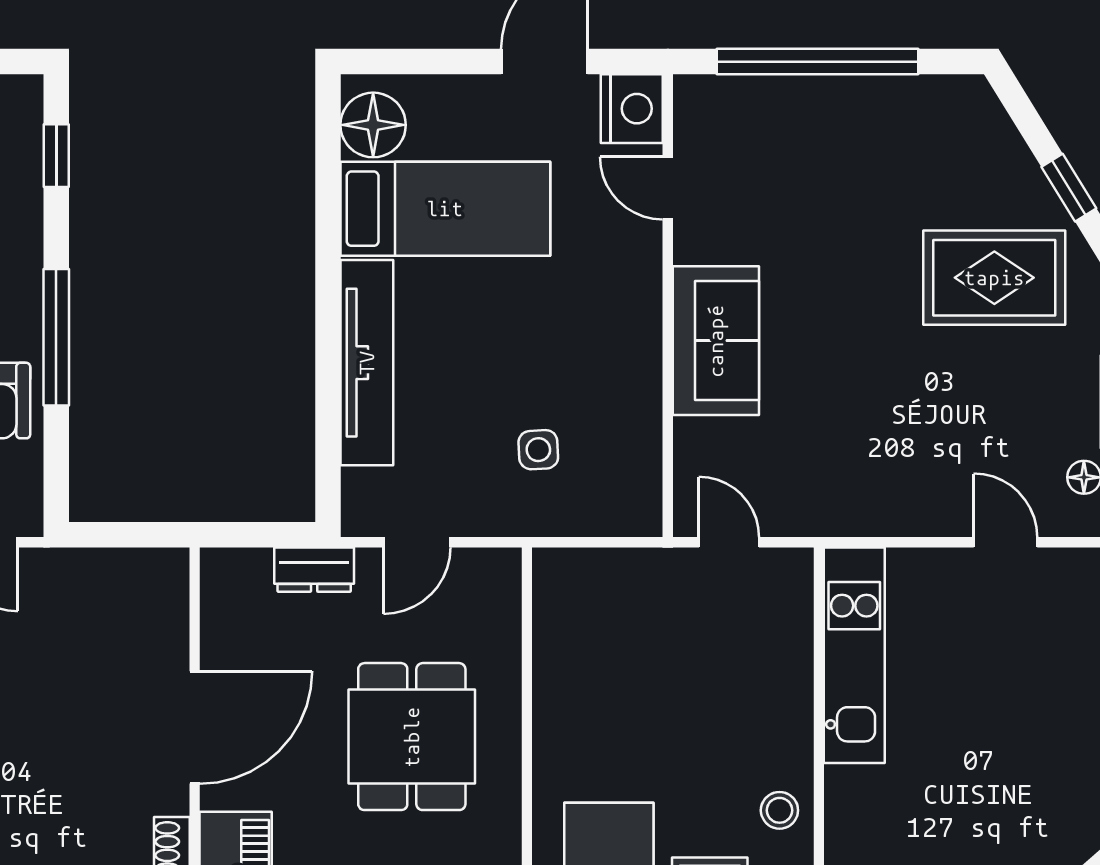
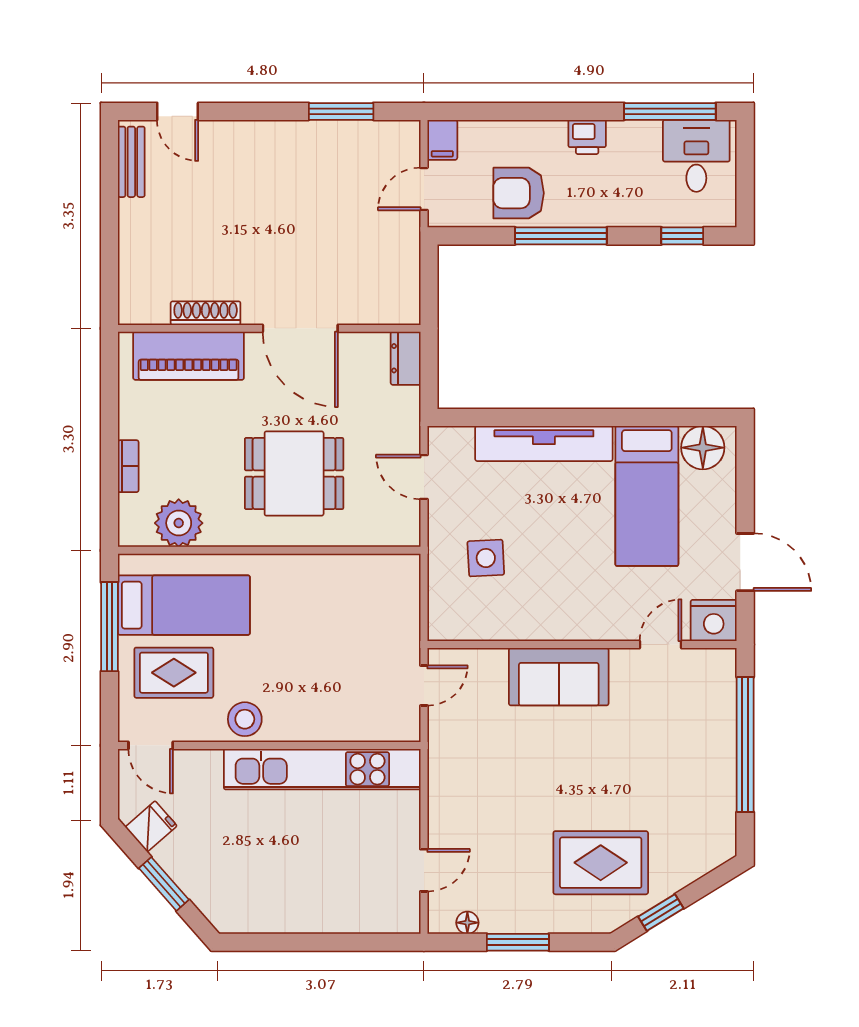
rug: (994, 278) -> (601, 863), turned 90
side table: (538, 450) -> (486, 558), width x1.37, depth x1.37
dresser: (314, 570) -> (406, 358), moved
kitchen unit: (854, 655) -> (322, 769), width x1.36
stool: (779, 810) -> (245, 719), width x1.37, depth x1.37

